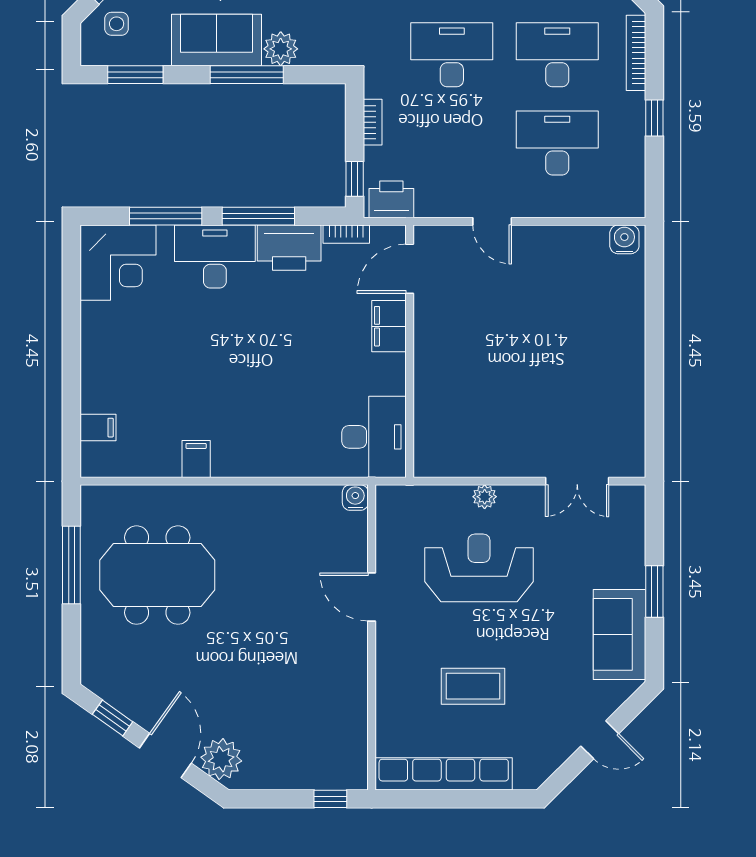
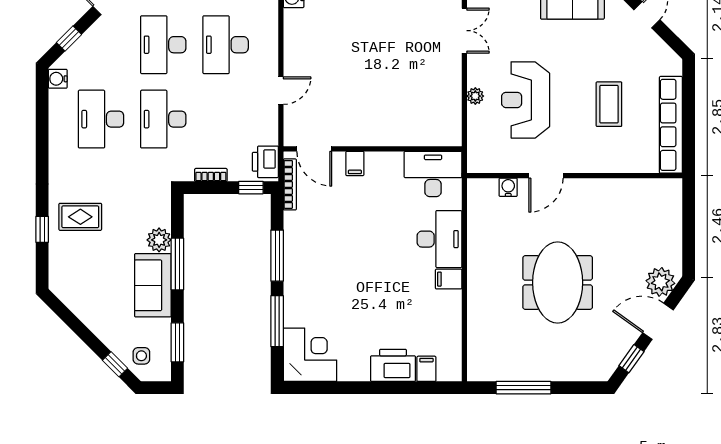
bookcase: (346, 234) -> (290, 184), width x1.56
printer: (289, 248) -> (393, 365), moved, turned -90
desk: (215, 256) -> (439, 239), moved, turned 180
filing cabinet: (389, 326) -> (355, 163), width x0.50
filing cabinet: (196, 459) -> (449, 279), moved
water cooler: (355, 498) -> (508, 187), moved, turned 90
meeting table: (157, 575) -> (558, 283), moved
window: (330, 799) -> (689, 205), removed

